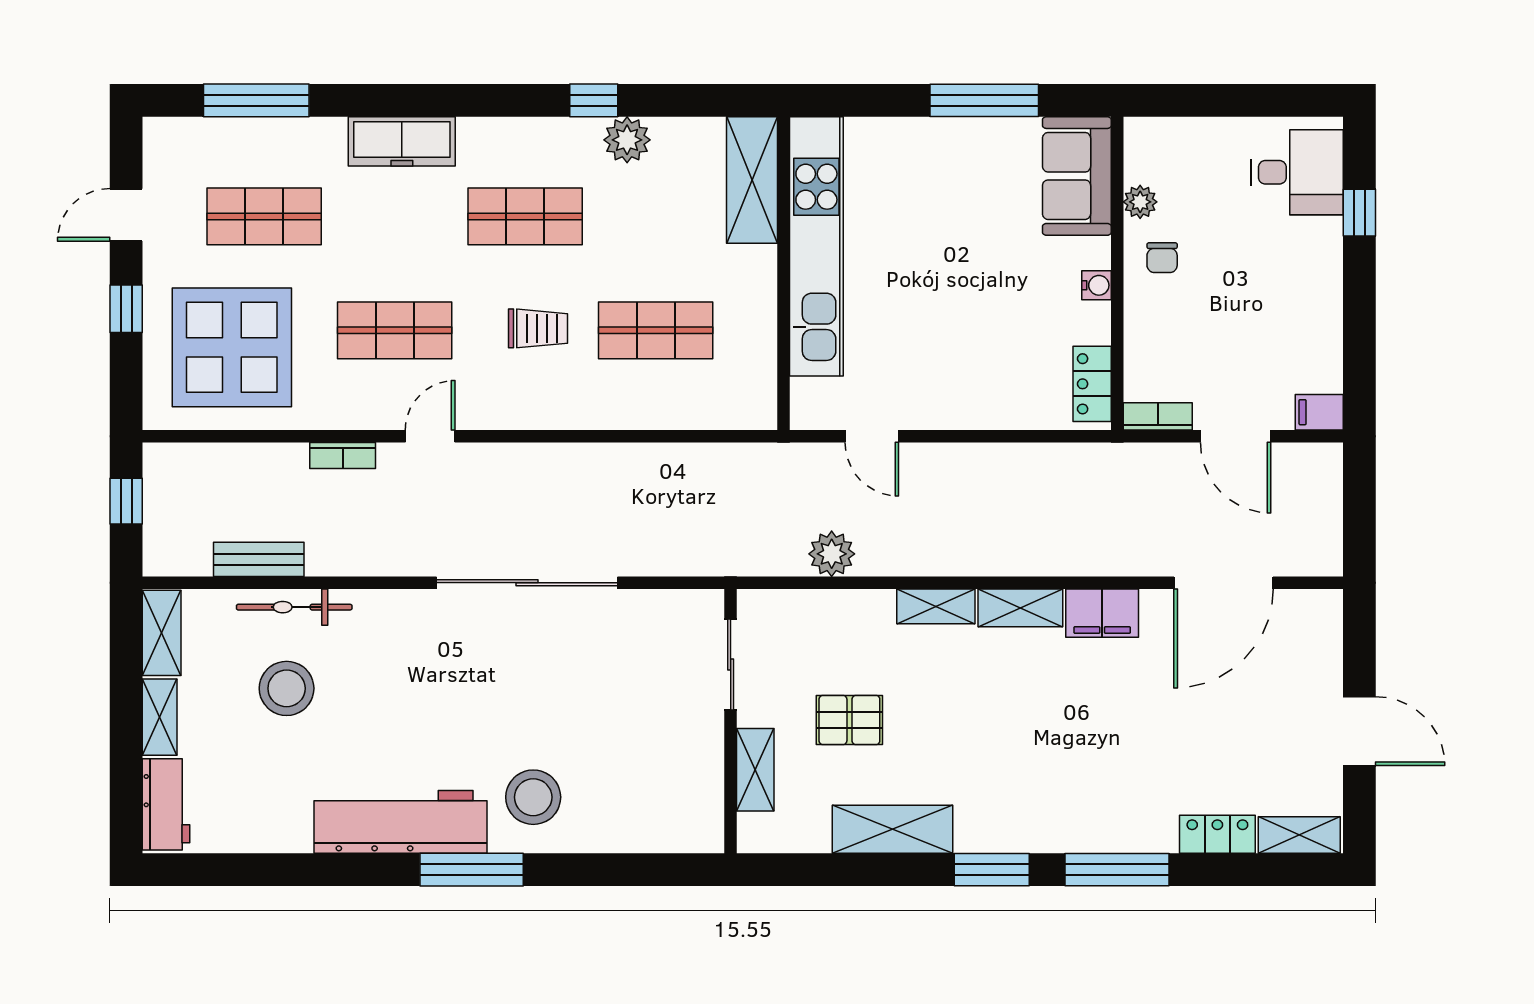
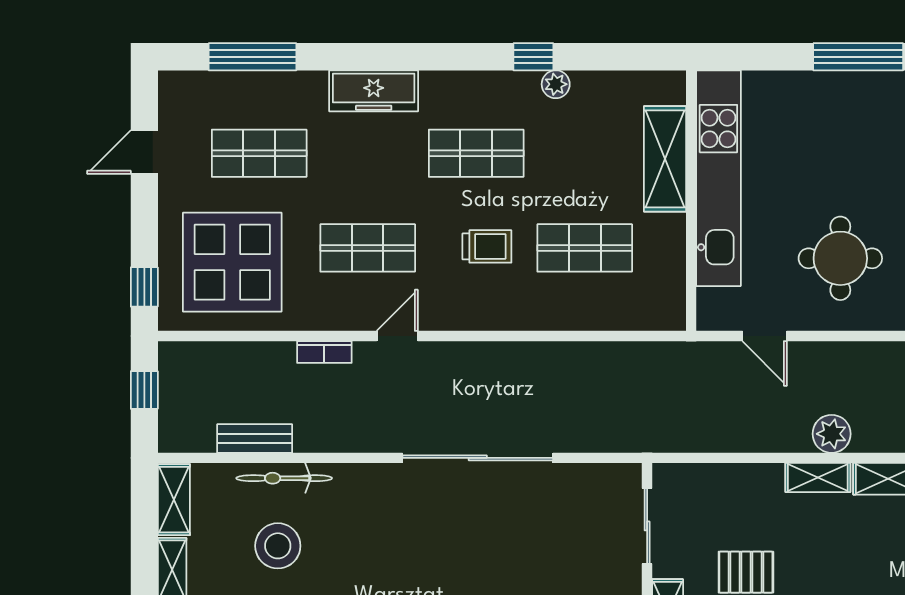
plant: (627, 140) -> (556, 84), width x0.73, depth x0.73
shelving: (752, 180) -> (665, 159), moved
window: (126, 309) -> (144, 287), moved
round table: (963, 343) -> (840, 258), added
plant: (832, 554) -> (832, 434), moved

